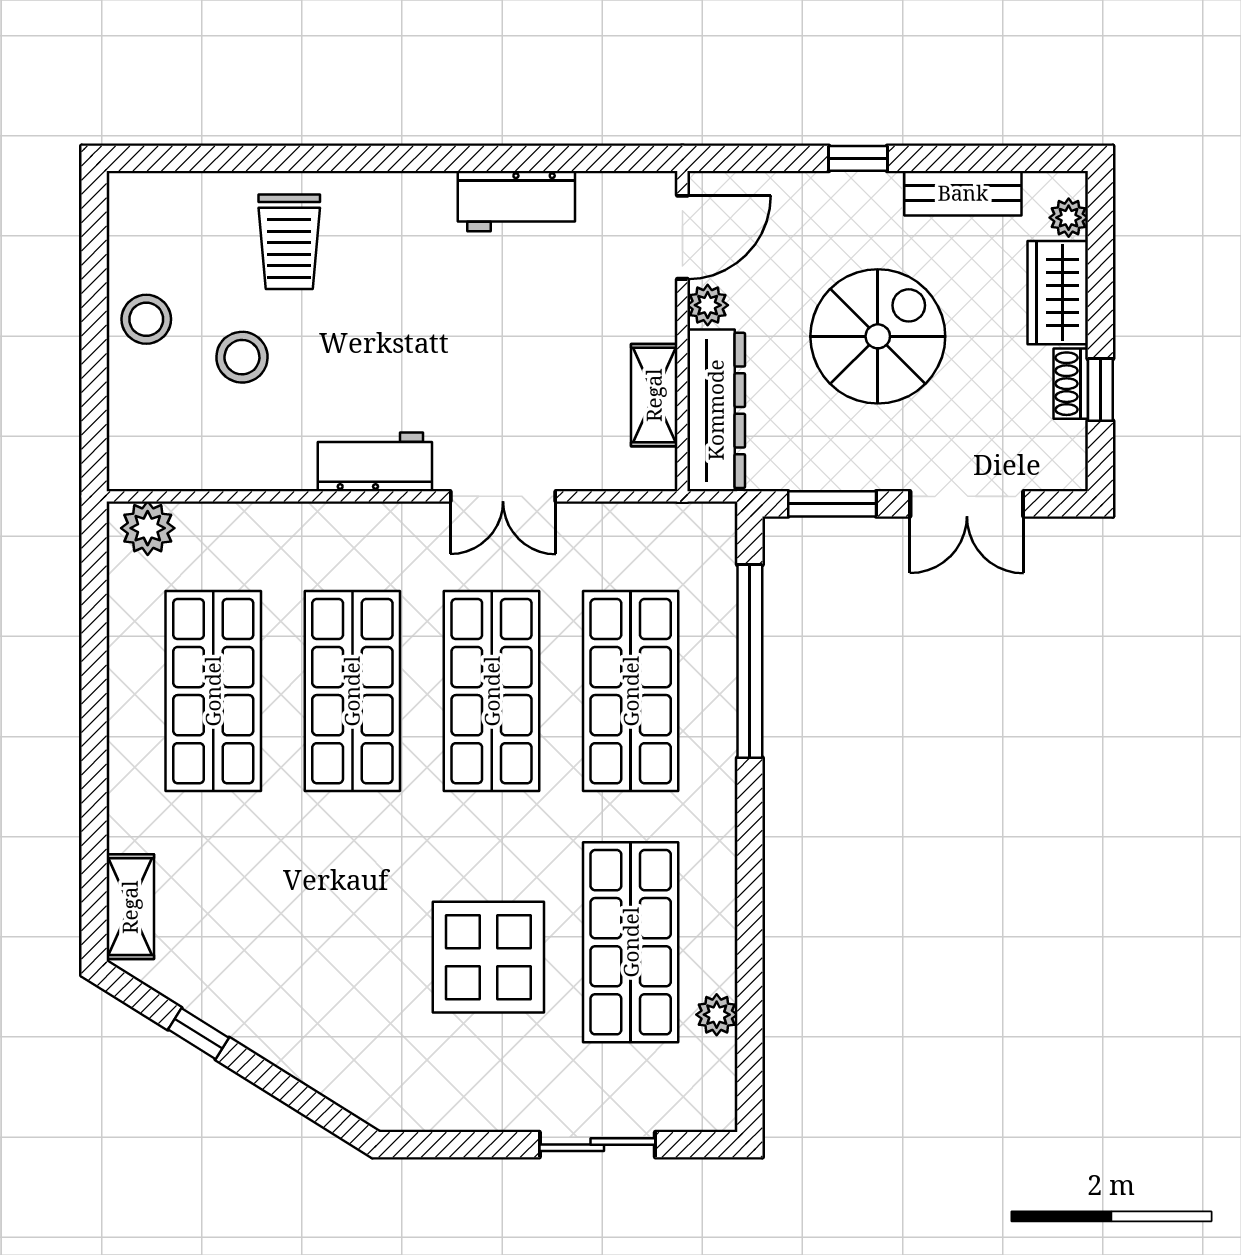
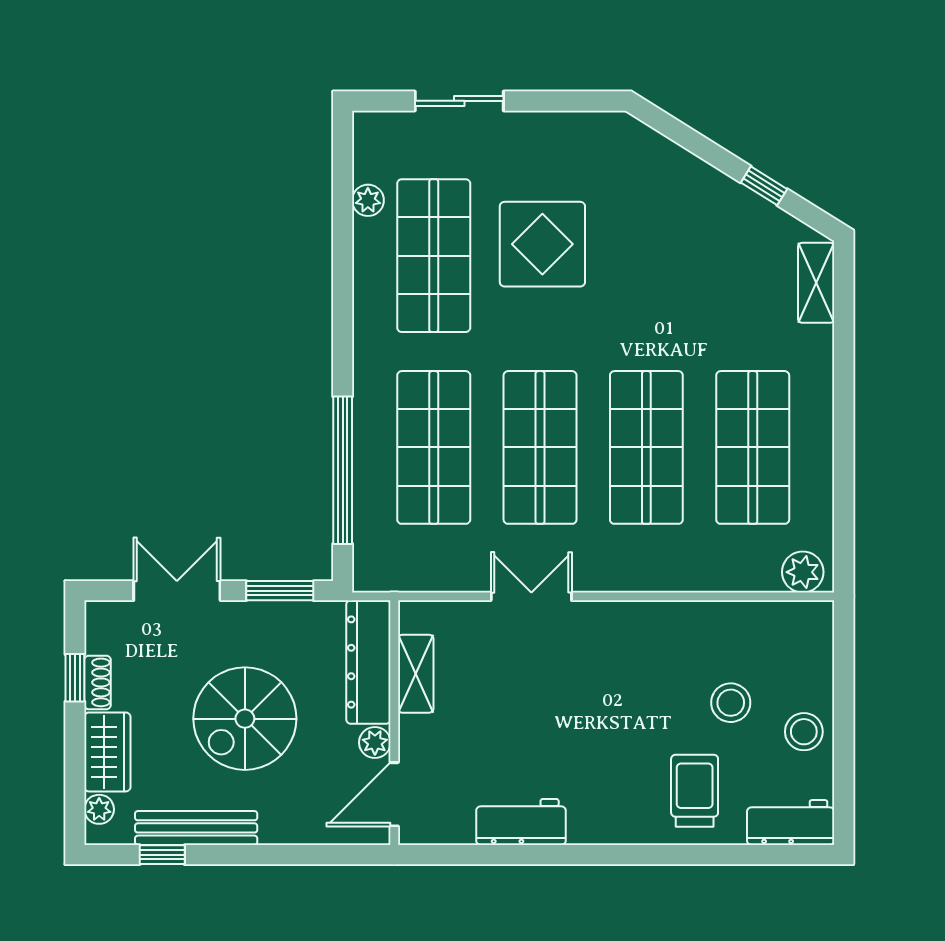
window: (858, 158) -> (162, 855), moved
bench: (963, 193) -> (196, 828), width x1.36
workbench: (375, 462) -> (791, 823), moved, turned 180

